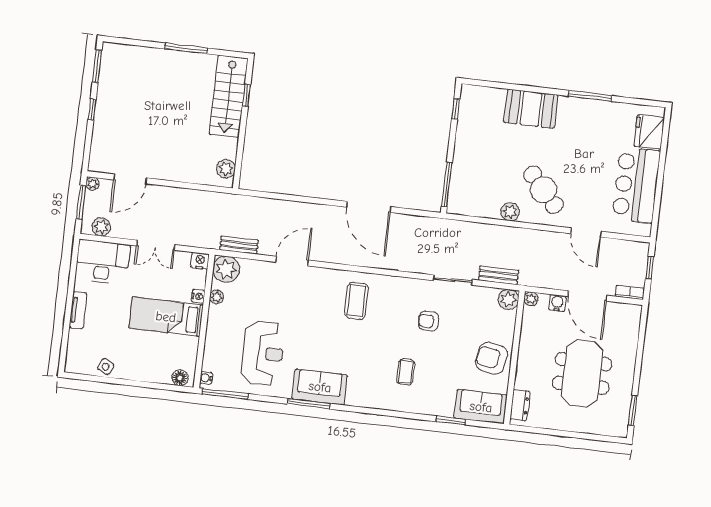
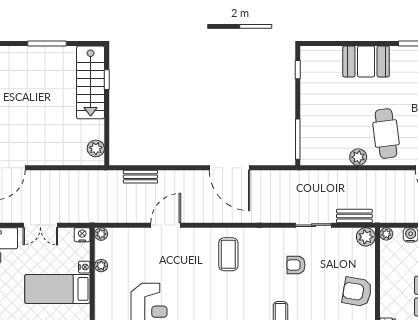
cafe table: (543, 190) -> (386, 134), turned 35
bench: (239, 245) -> (140, 177), moved
plant: (226, 269) -> (101, 234), width x0.53, depth x0.53

